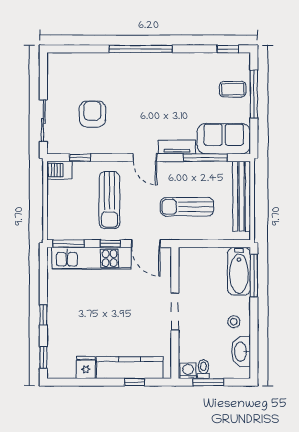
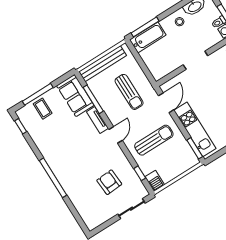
armchair: (92, 114) -> (109, 182), turned 86
window: (110, 244) -> (179, 124), removed

